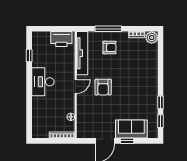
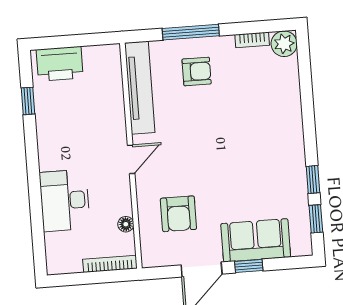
printer: (61, 39) -> (60, 64), moved
desk: (43, 82) -> (65, 200), moved
armchair: (103, 87) -> (178, 214), moved

